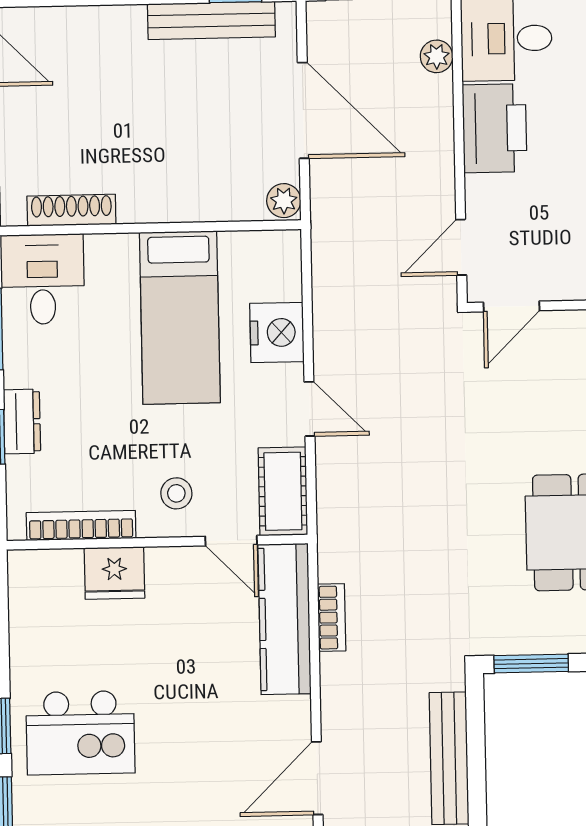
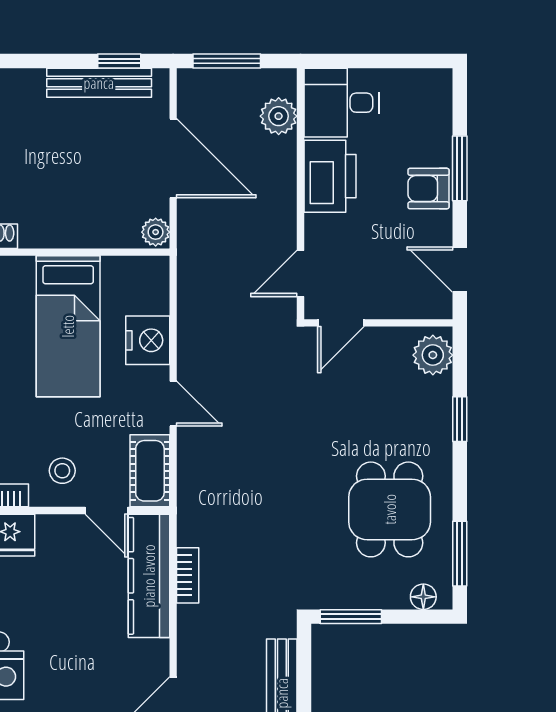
plant: (437, 56) -> (279, 116), width x1.38, depth x1.38

